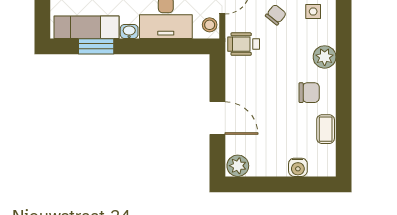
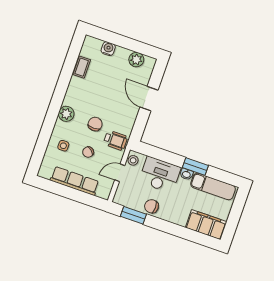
window: (96, 46) -> (195, 166), moved
chair: (309, 93) -> (95, 124), moved, turned 90
plant: (238, 166) -> (136, 60), moved

